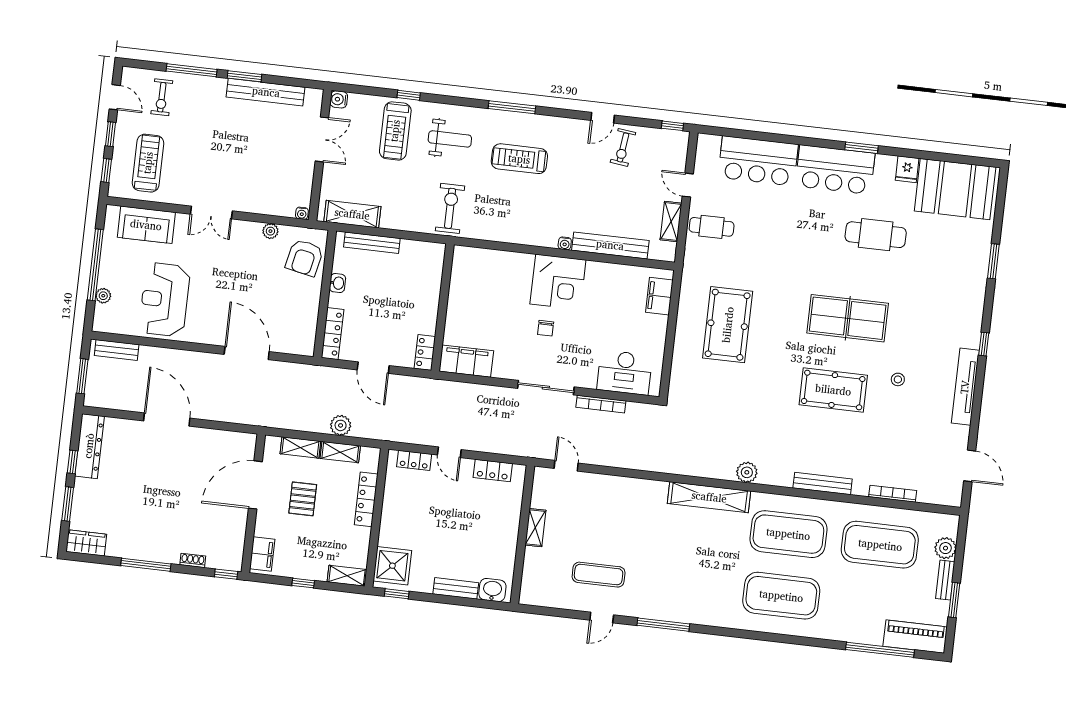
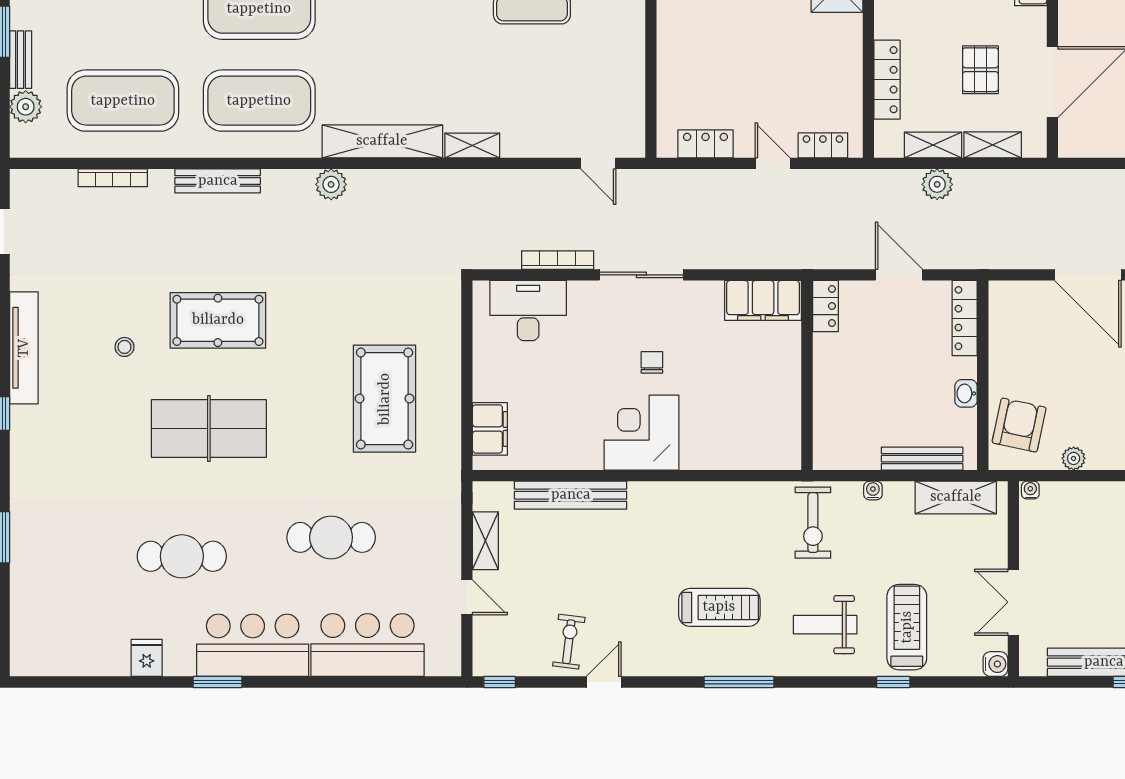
booth: (955, 189) -> (73, 637), removed
cafe table: (712, 227) -> (331, 537), moved, width x1.37, depth x1.35
water cooler: (565, 243) -> (873, 490), moved
shelving: (535, 528) -> (472, 145), moved, turned 90

